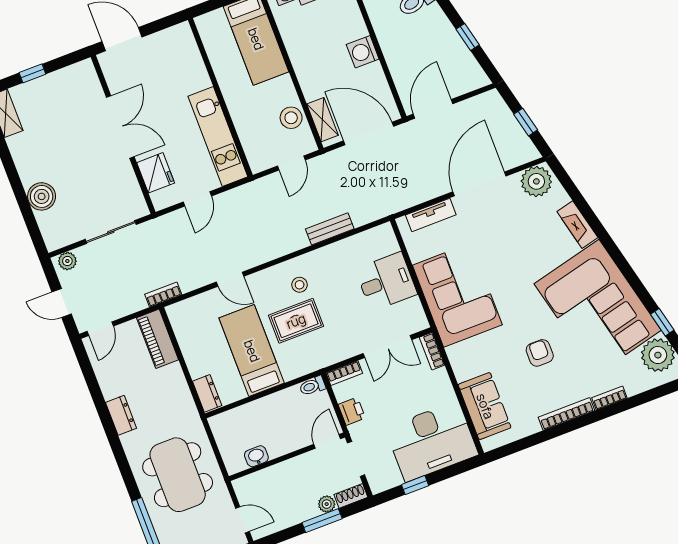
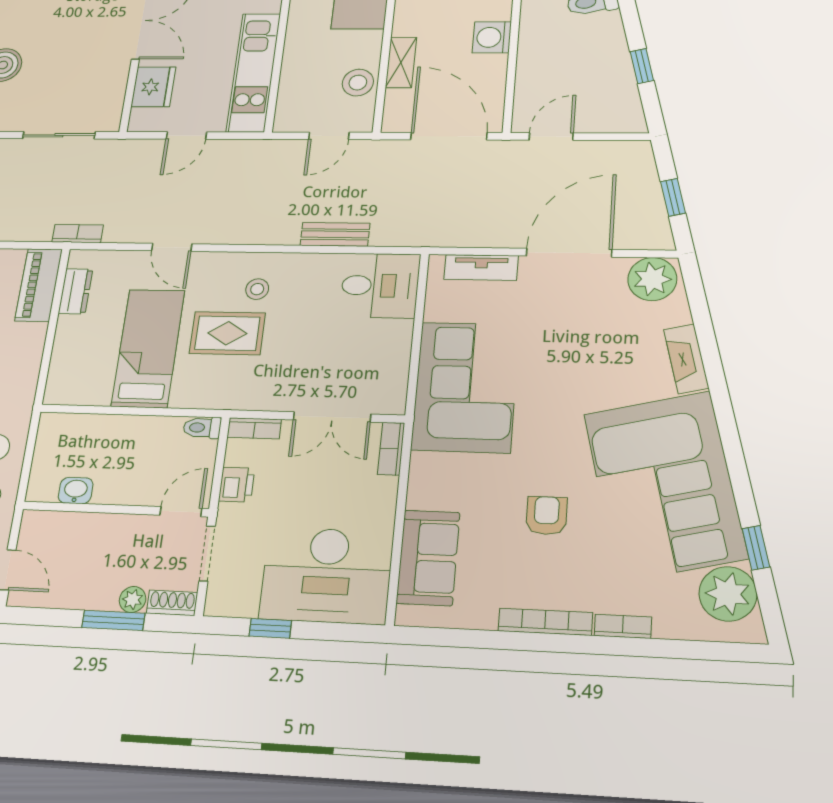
door: (433, 109) -> (551, 136), width x0.73
shelving: (323, 120) -> (401, 63), moved
desk: (386, 282) -> (380, 286), moved
dresser: (207, 393) -> (75, 291), moved

